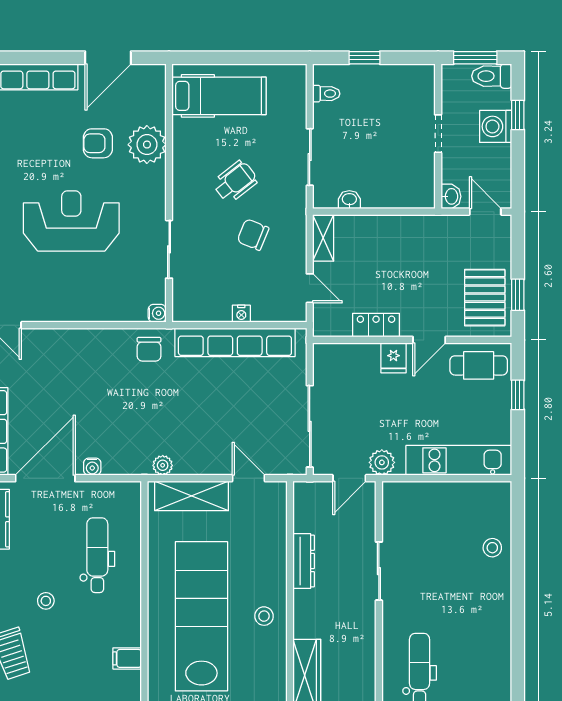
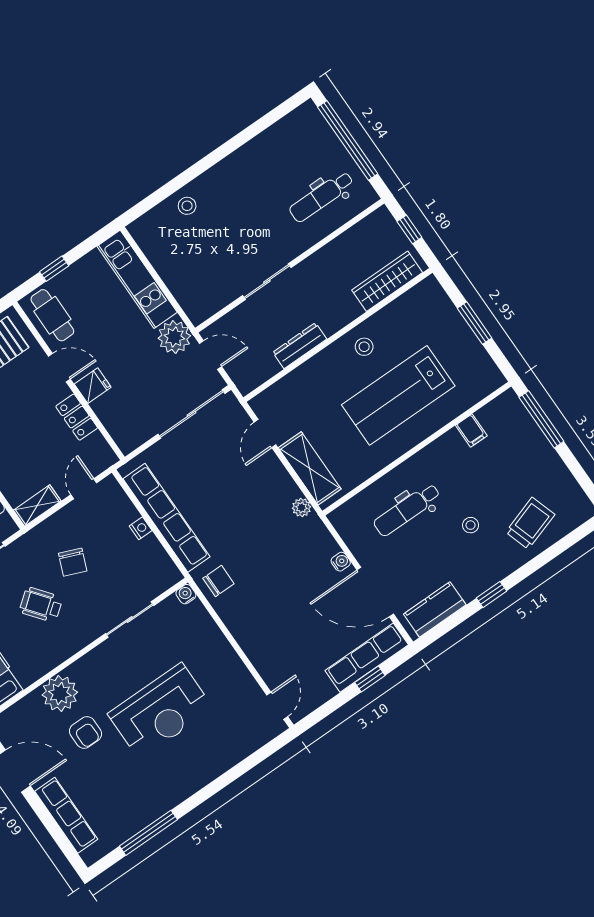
reception desk: (71, 221) -> (161, 711), turned -90
plant: (382, 462) -> (174, 337), width x1.36, depth x1.36
lab bench: (201, 616) -> (398, 395), width x0.73

